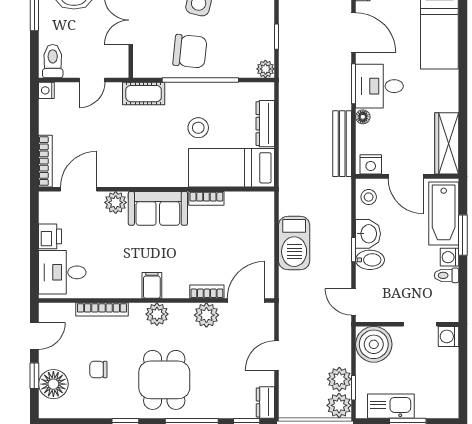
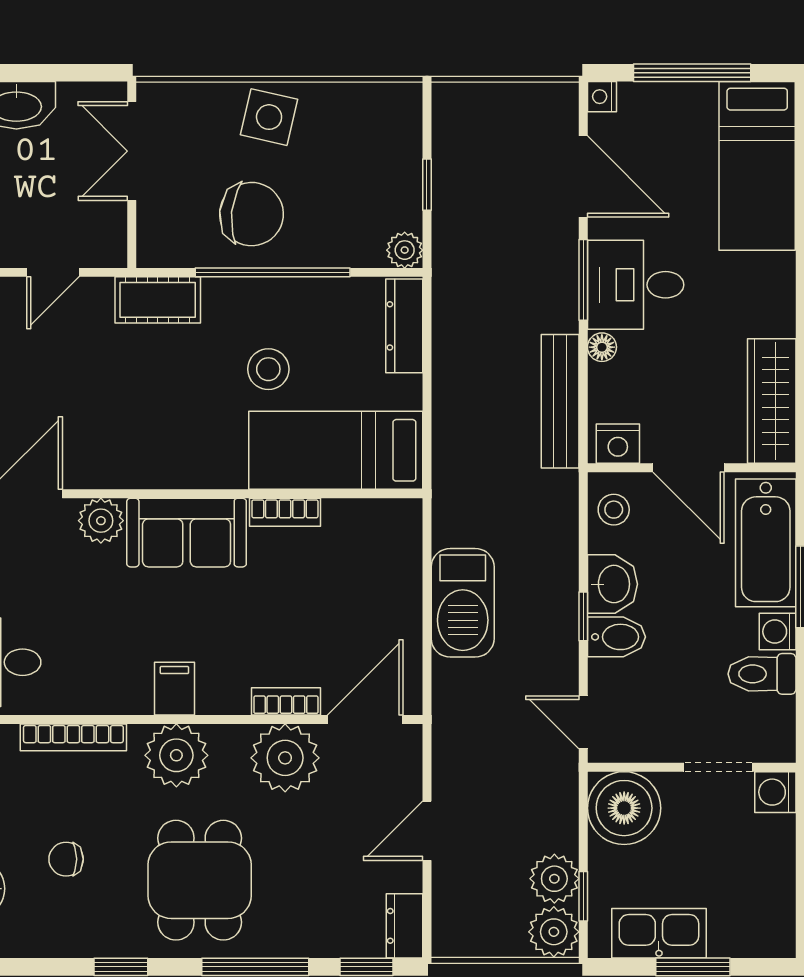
dresser: (265, 124) -> (404, 326), moved
toilet: (447, 275) -> (762, 674), width x1.37, depth x1.39
plant: (157, 314) -> (176, 755), width x1.36, depth x1.36
plant: (206, 315) -> (285, 758), width x1.36, depth x1.36

